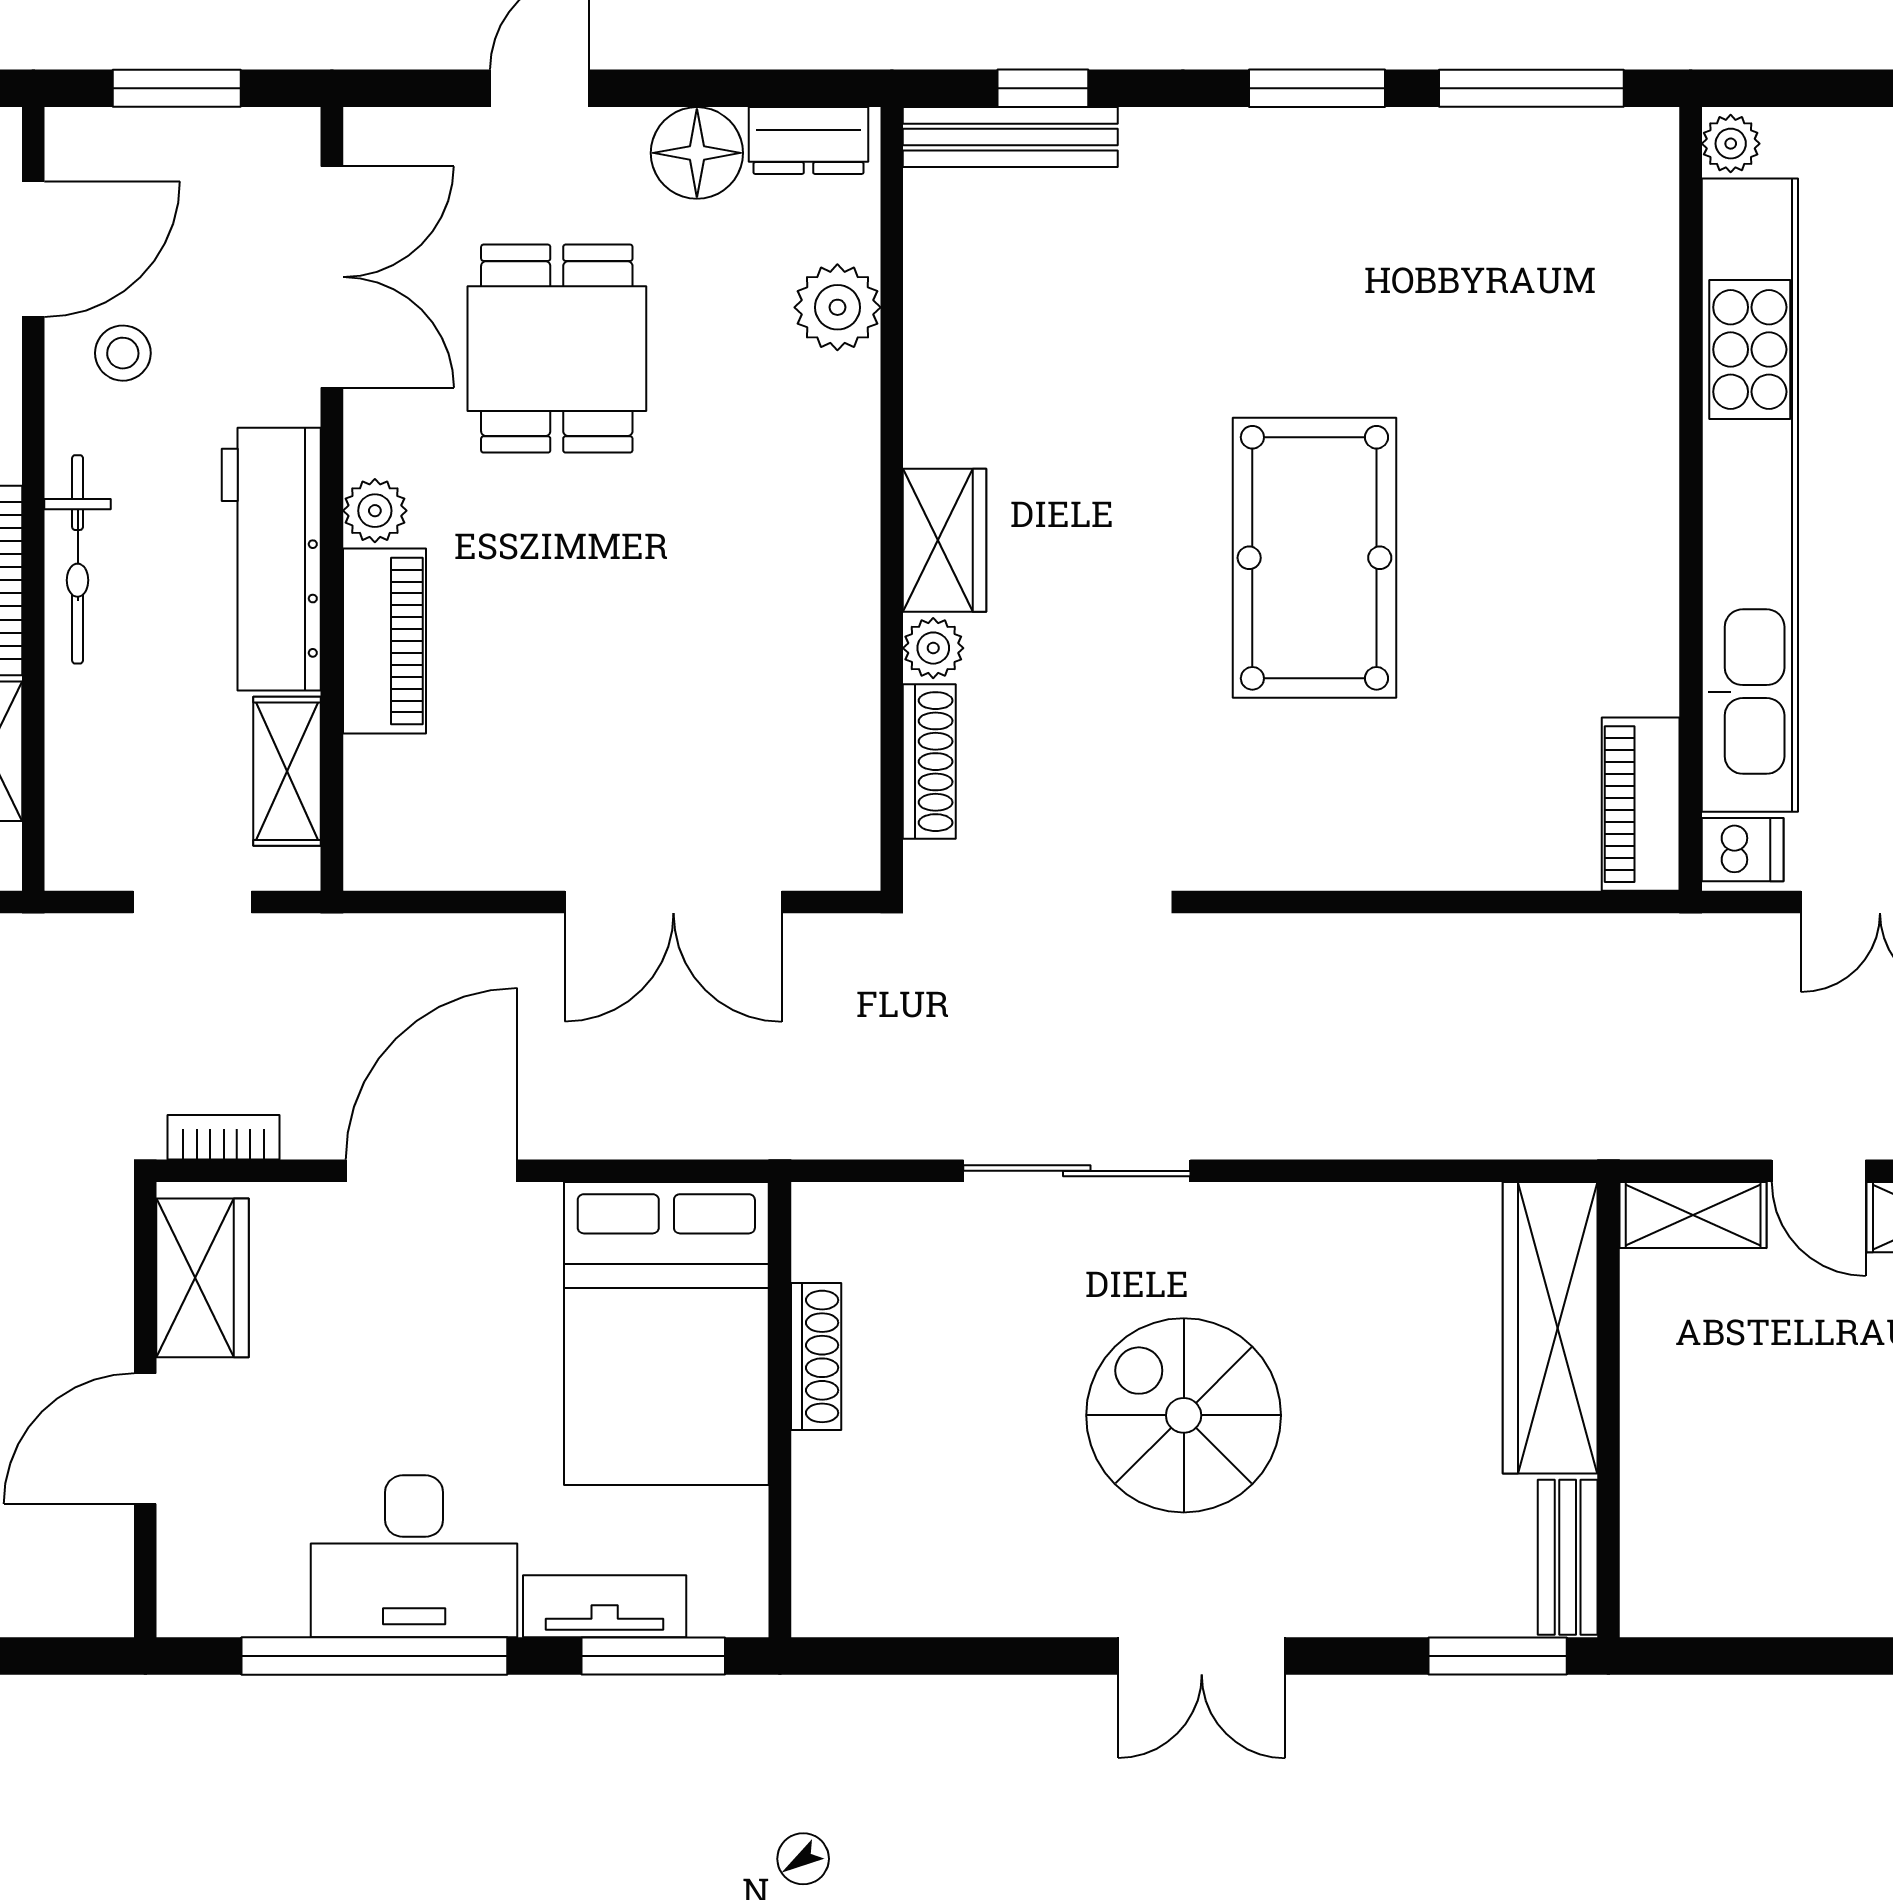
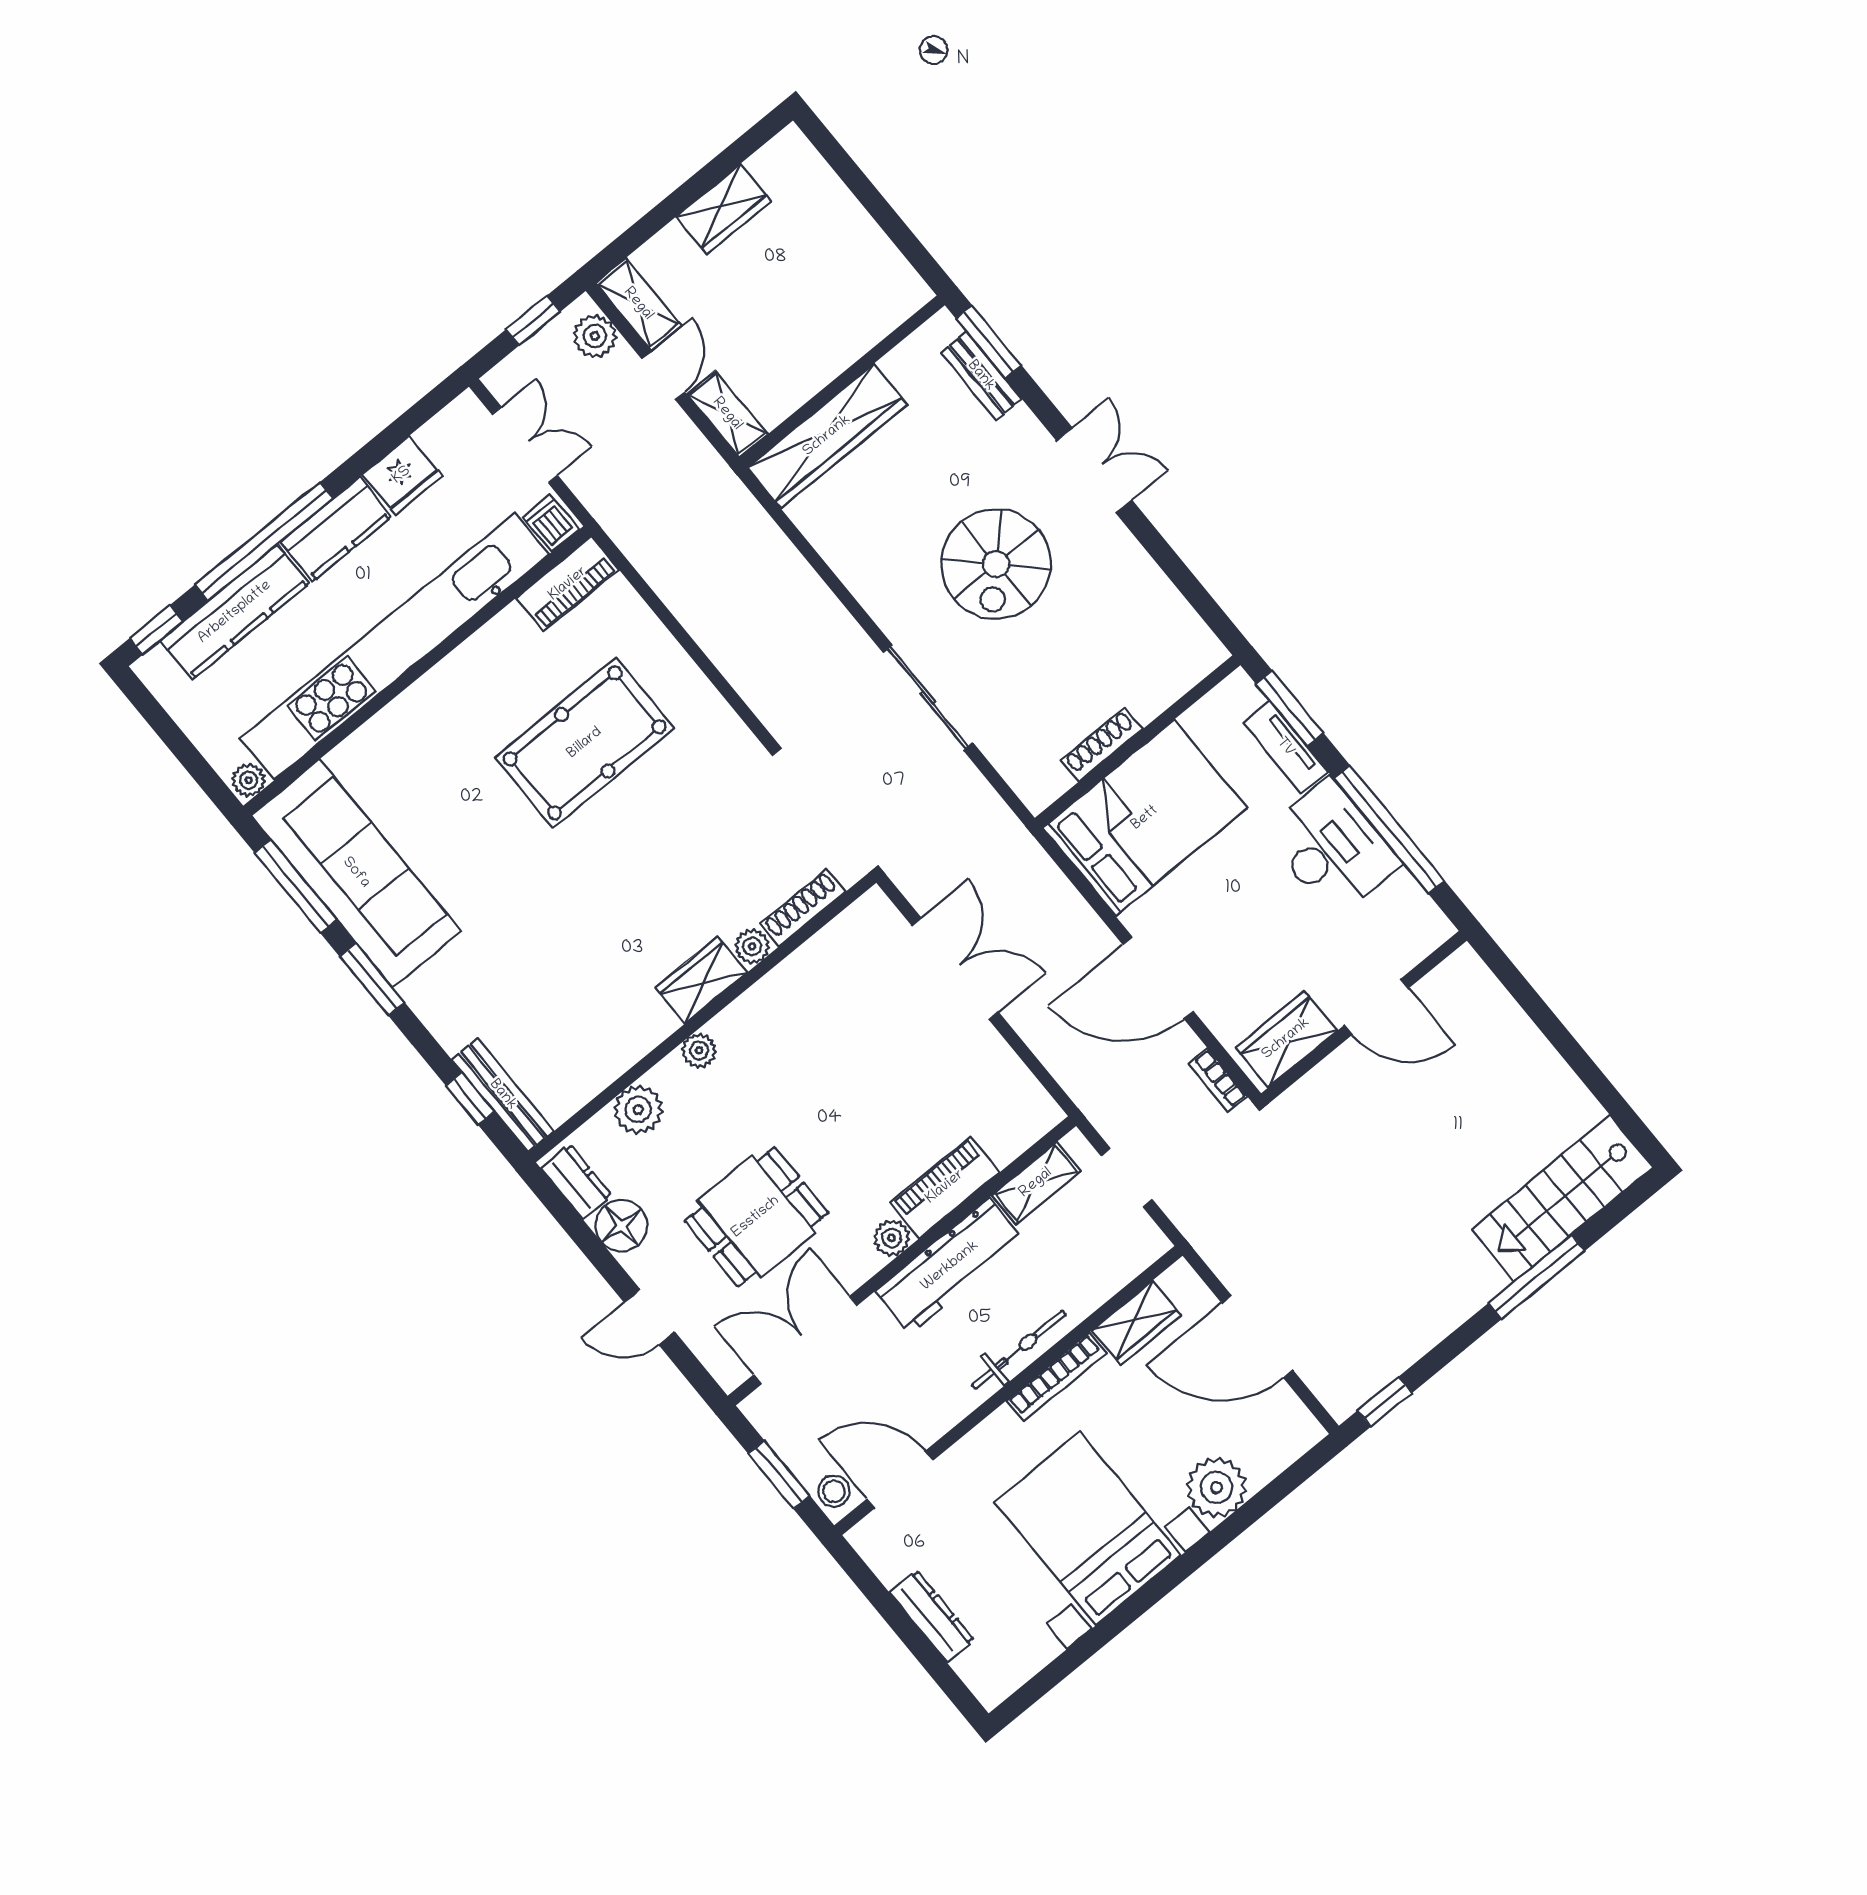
sofa: (1481, 186) -> (356, 873), added
stool: (123, 353) -> (834, 1491), moved
plant: (850, 457) -> (699, 1051), added
pool table: (1314, 558) -> (585, 743), moved
bench: (1568, 1557) -> (981, 376), moved, turned 90

